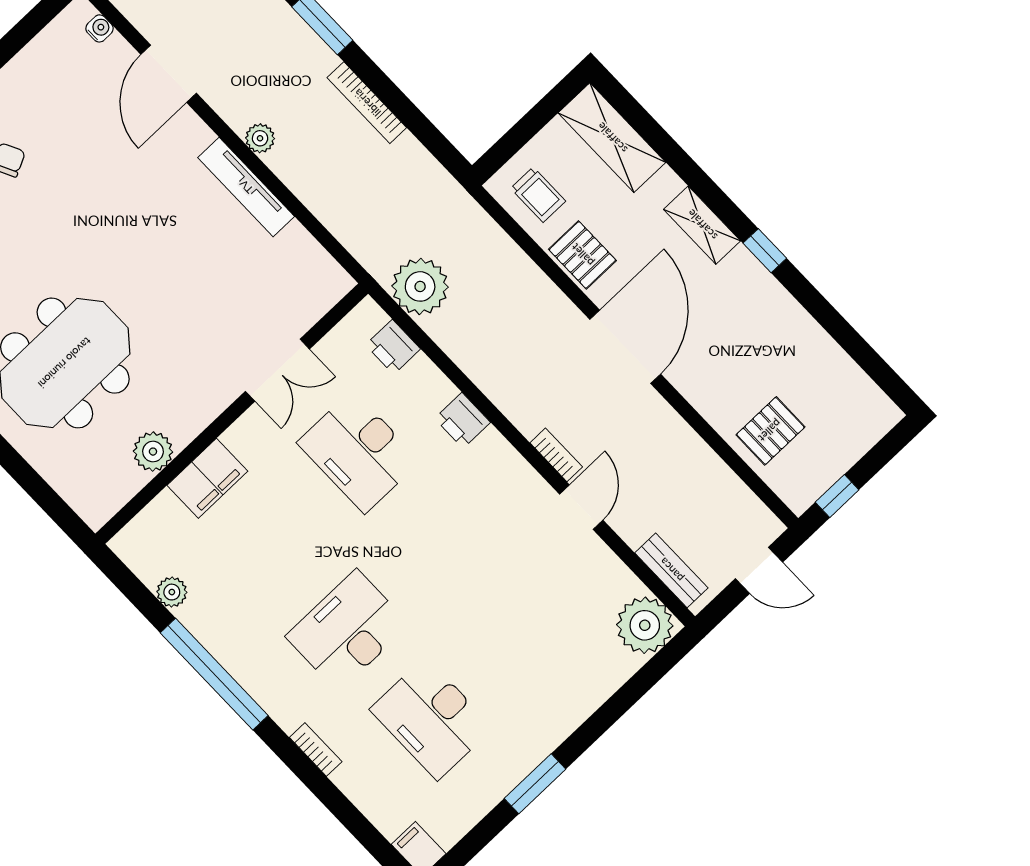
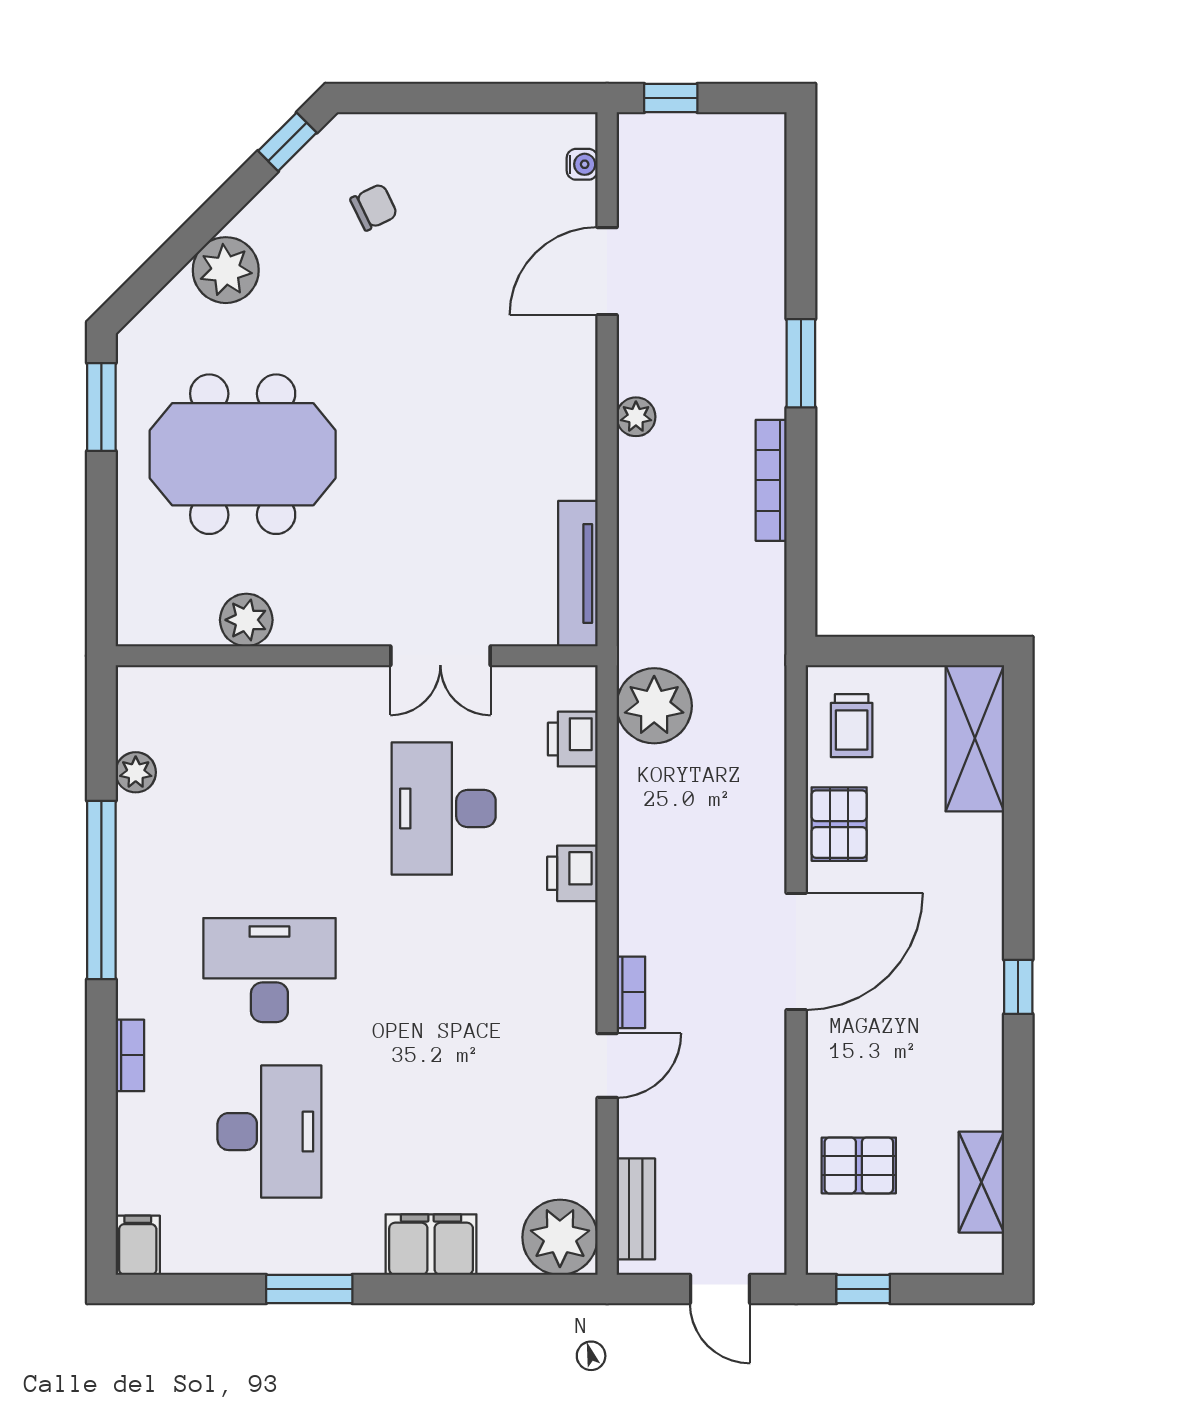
tv unit: (246, 187) -> (578, 574), moved
shelving: (702, 225) -> (981, 1182), moved
filing cabinet: (207, 478) -> (431, 1245), moved, turned 180
desk: (431, 719) -> (269, 1132), turned 180

